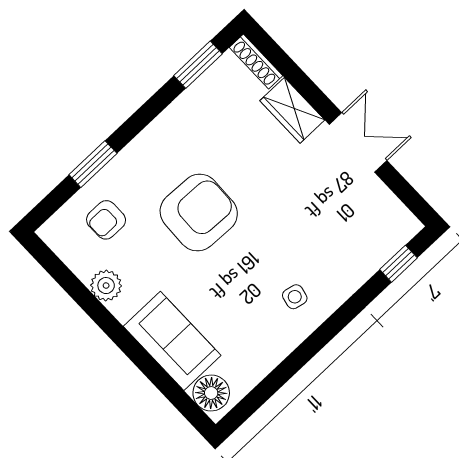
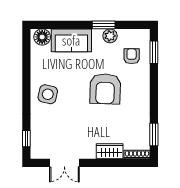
double door: (358, 142) -> (64, 163), moved
window: (93, 164) -> (154, 52), moved
side table: (295, 297) -> (48, 94), width x1.87, depth x1.87
window: (98, 313) -> (104, 25), added

